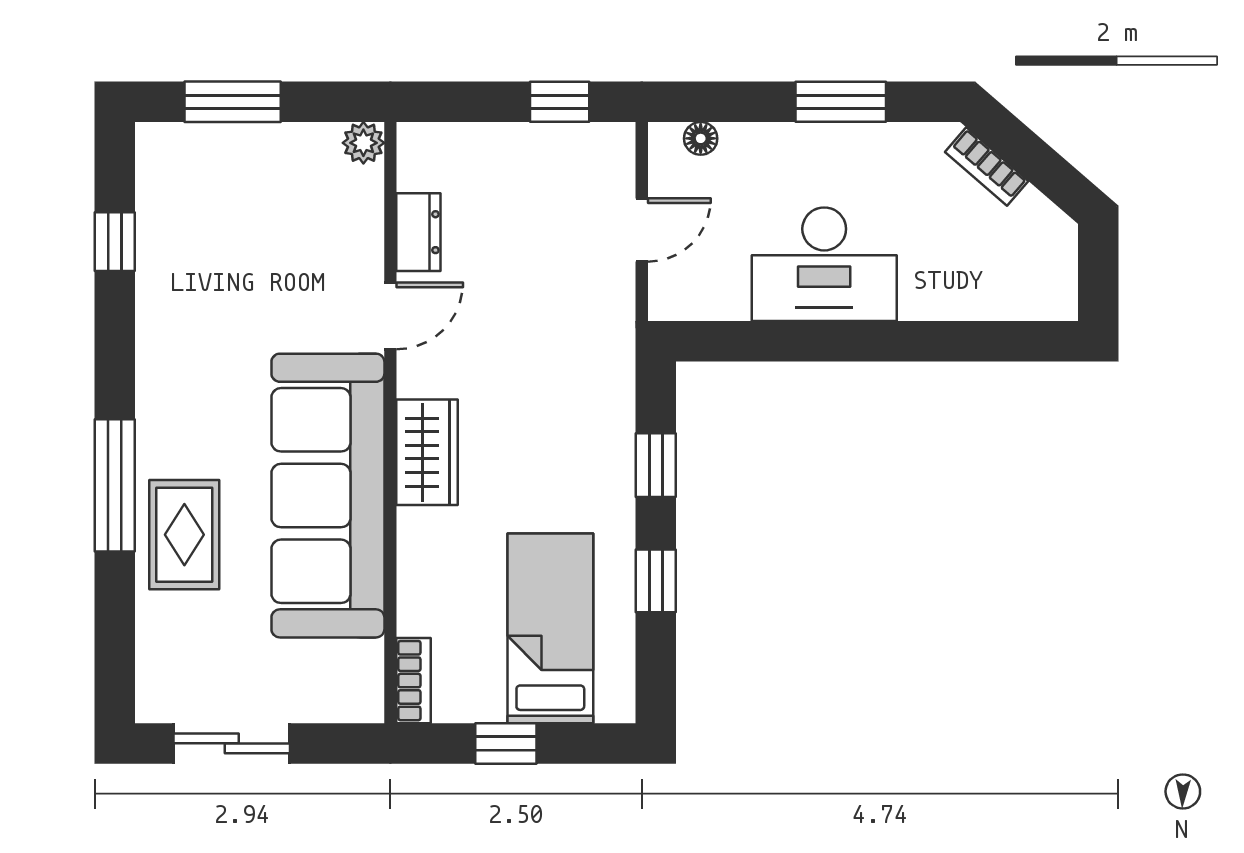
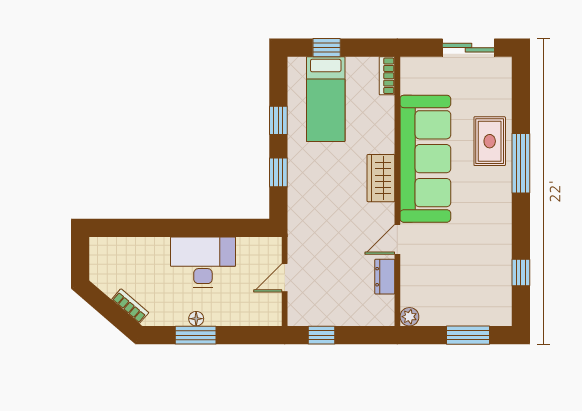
floor lamp: (701, 138) -> (196, 319), moved
window: (506, 743) -> (327, 48), moved

